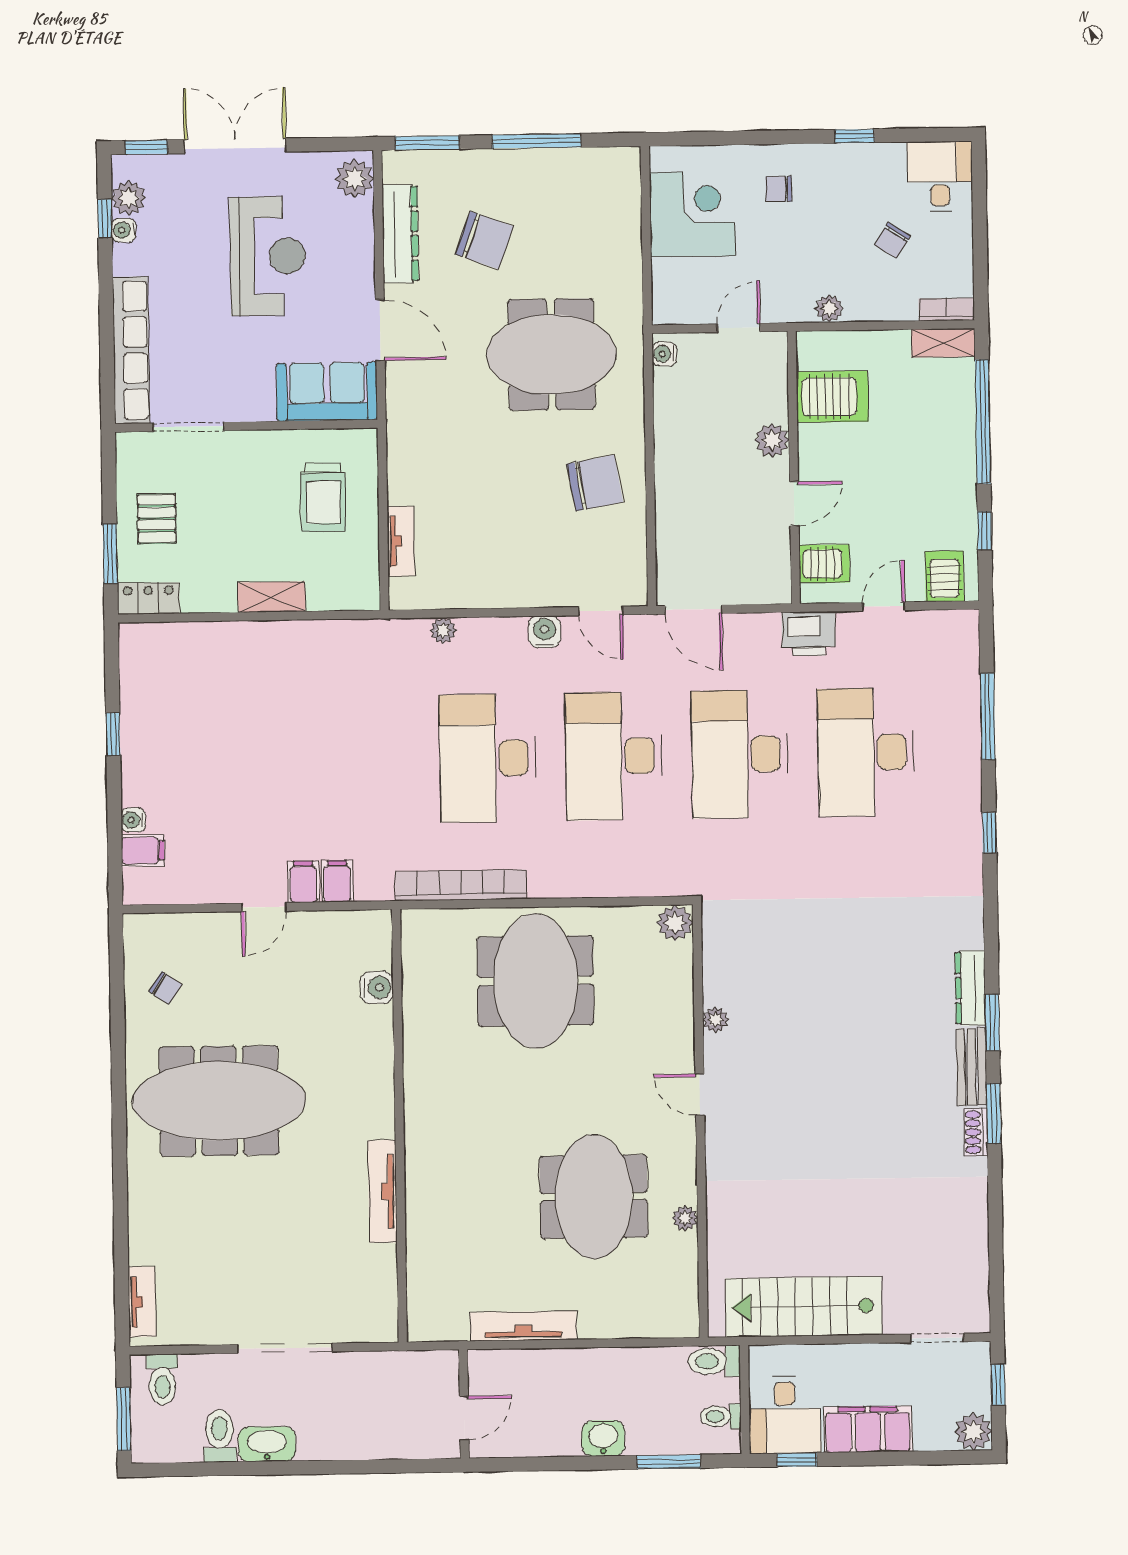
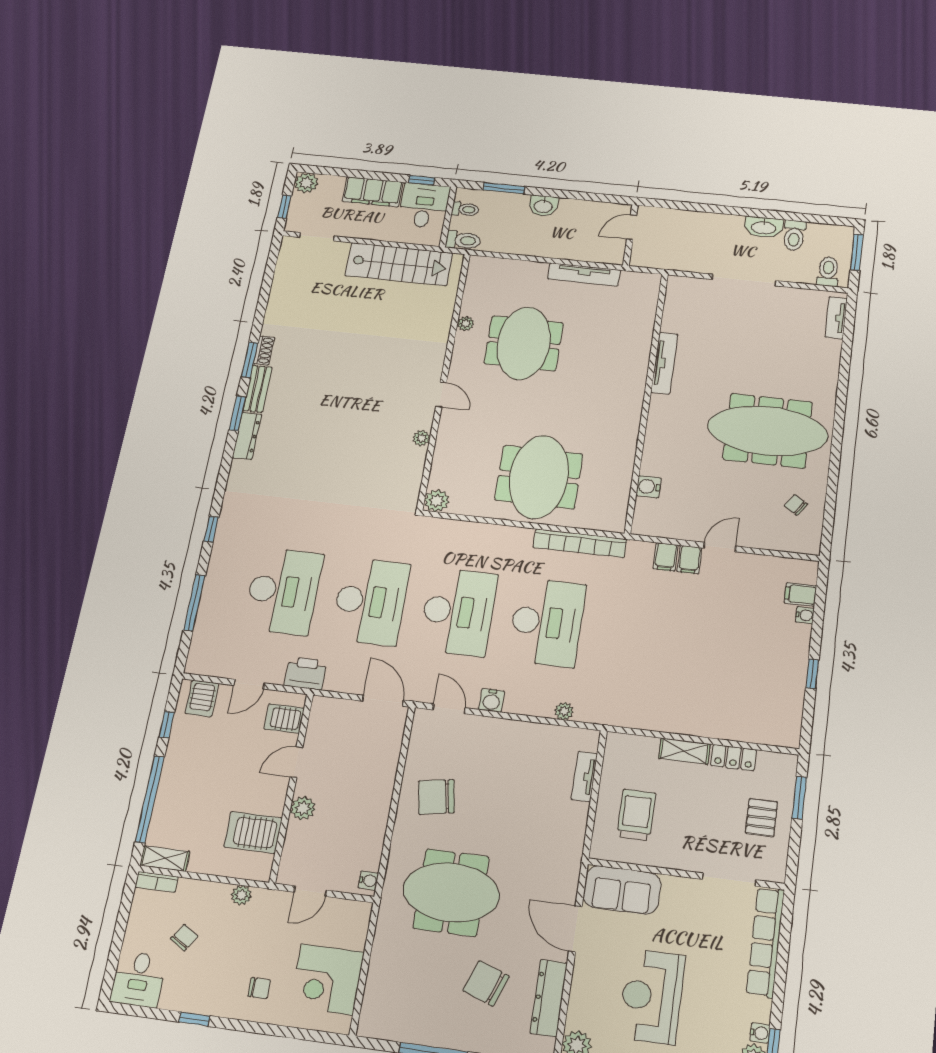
locker: (148, 598) -> (734, 758), moved

